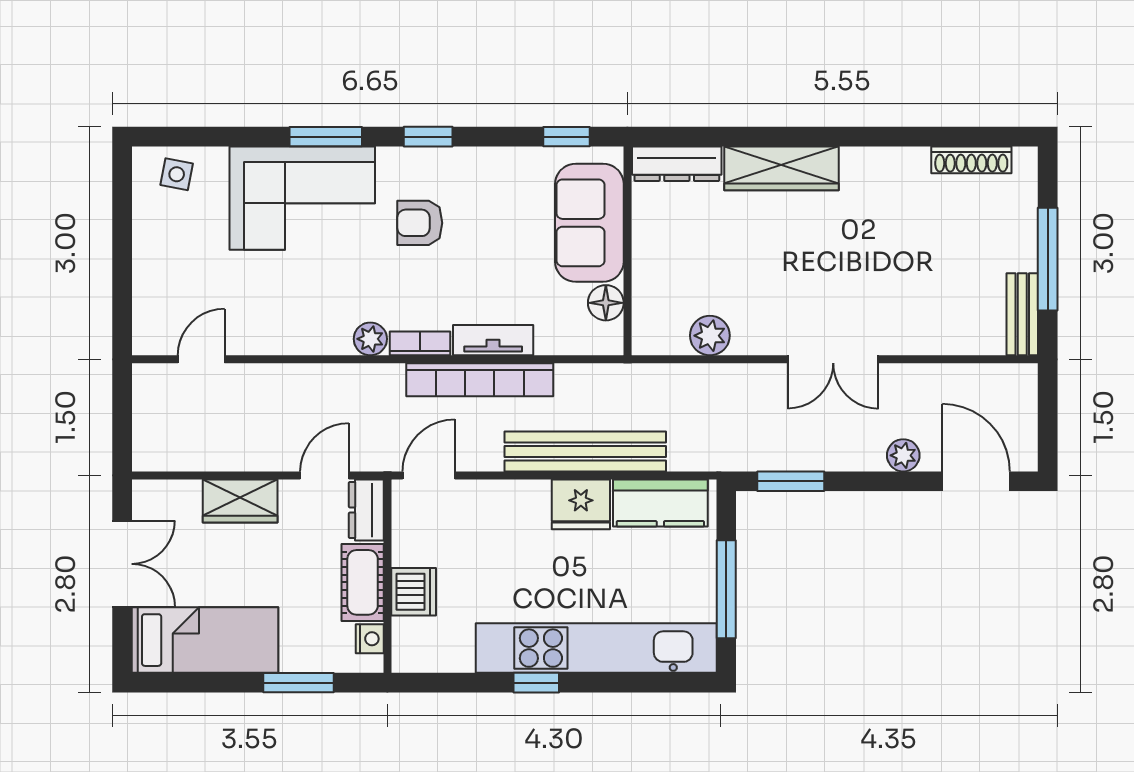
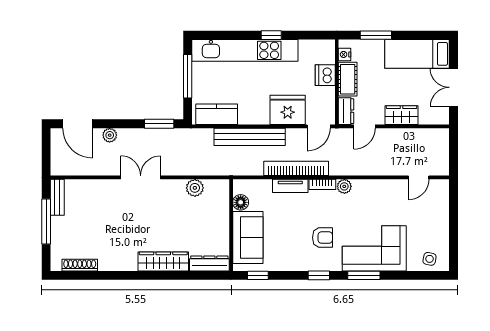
fridge: (581, 504) -> (288, 110), moved, width x1.36, depth x1.34

